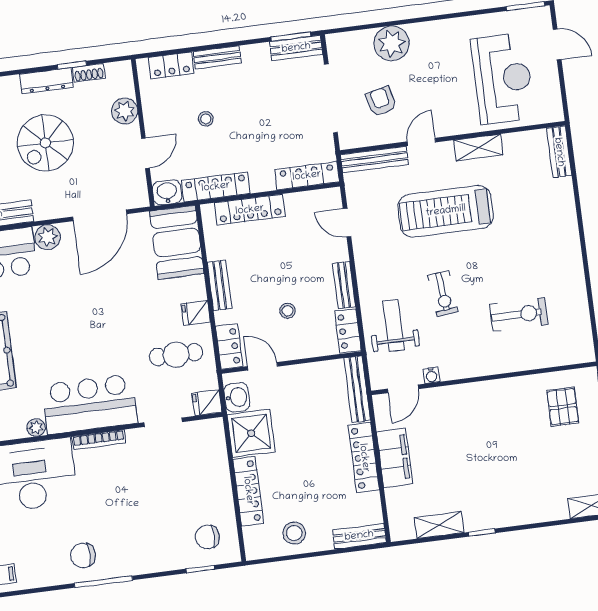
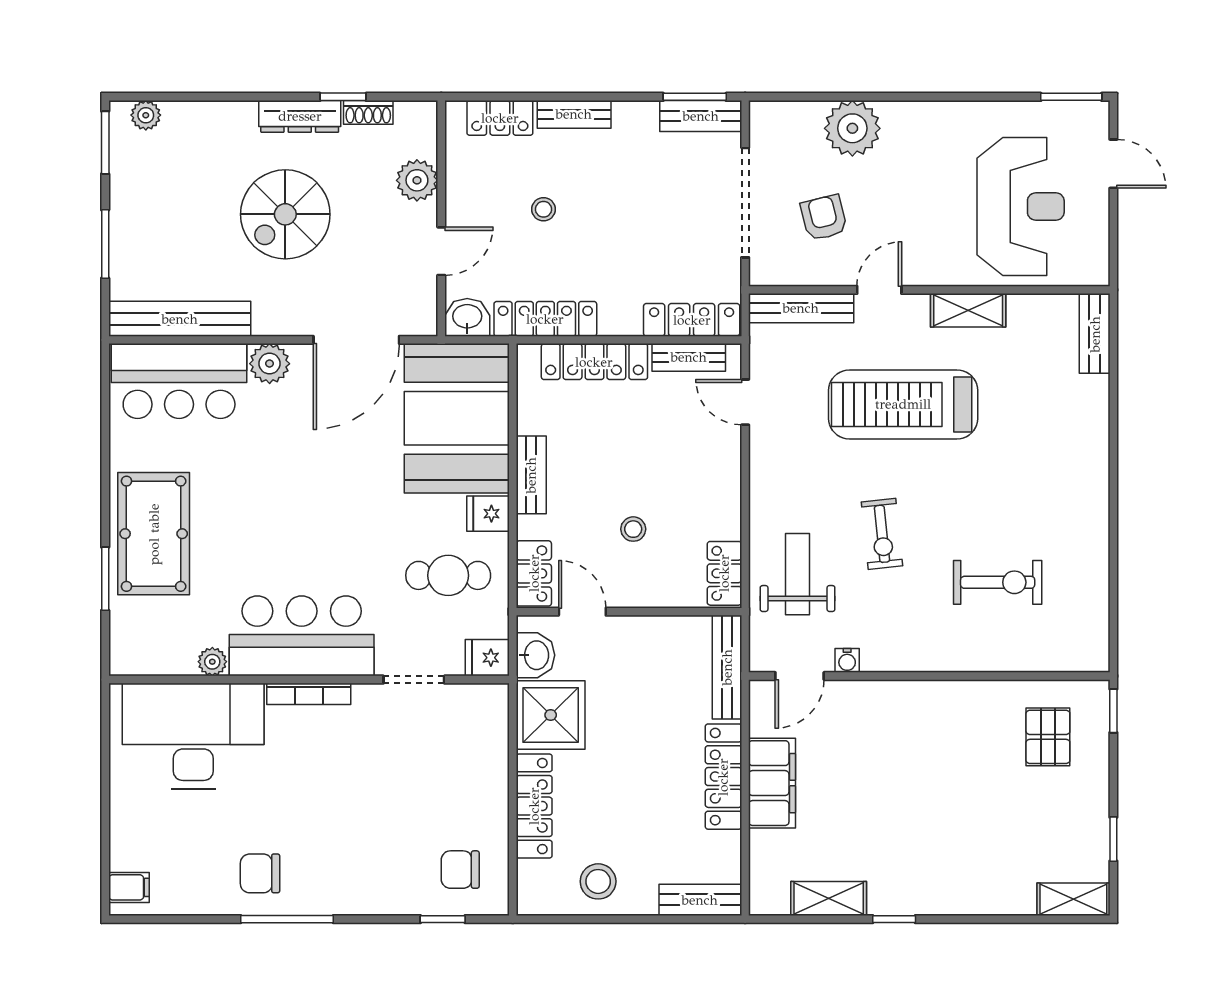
booth: (177, 242) -> (457, 418), width x1.36, depth x1.42
bench: (344, 285) -> (689, 357), moved, turned 90

